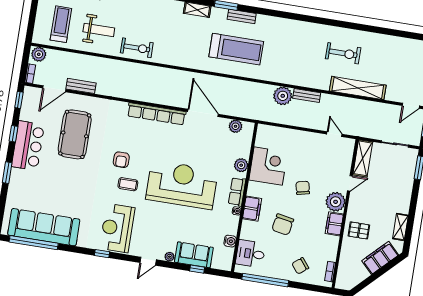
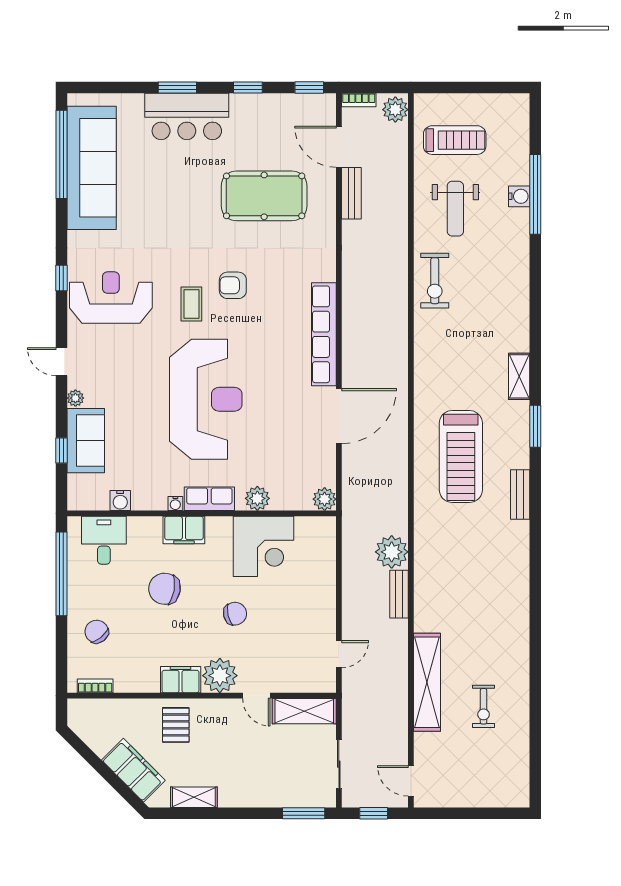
bench: (242, 16) -> (520, 495), moved
exercise bike: (343, 53) -> (484, 706), moved, width x0.73, depth x0.72
plant: (236, 126) -> (325, 499), moved
bar counter: (28, 146) -> (187, 116), moved

